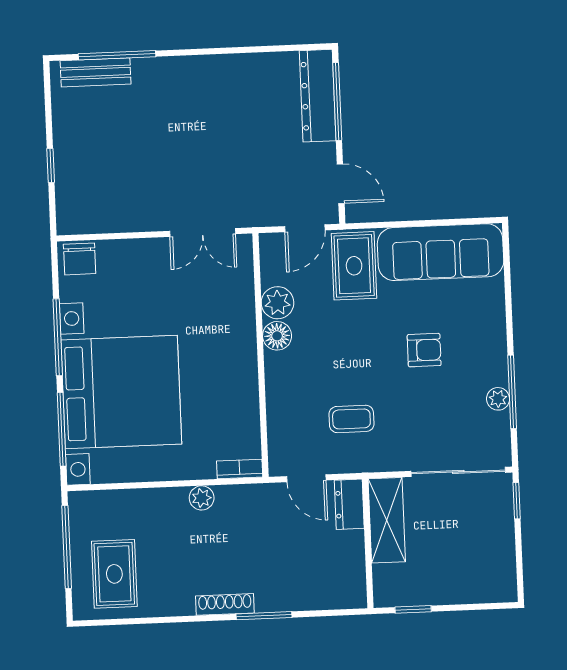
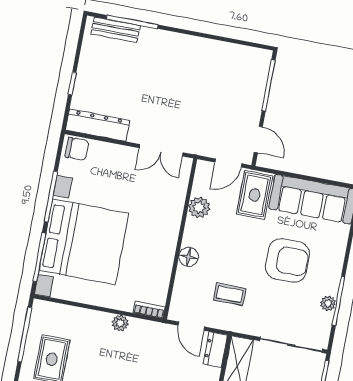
dresser: (318, 96) -> (98, 125), moved, turned 90
chair: (80, 259) -> (77, 149), turned -90
floor lamp: (277, 336) -> (189, 257), moved
armchair: (424, 350) -> (287, 260), width x1.88, depth x1.88

